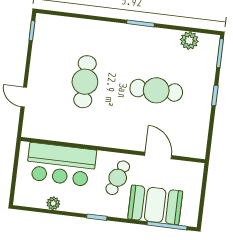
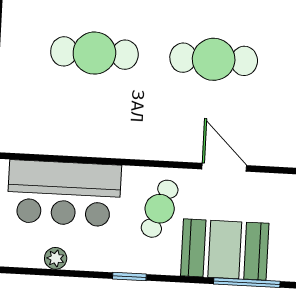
cafe table: (85, 82) -> (94, 53), turned 90

